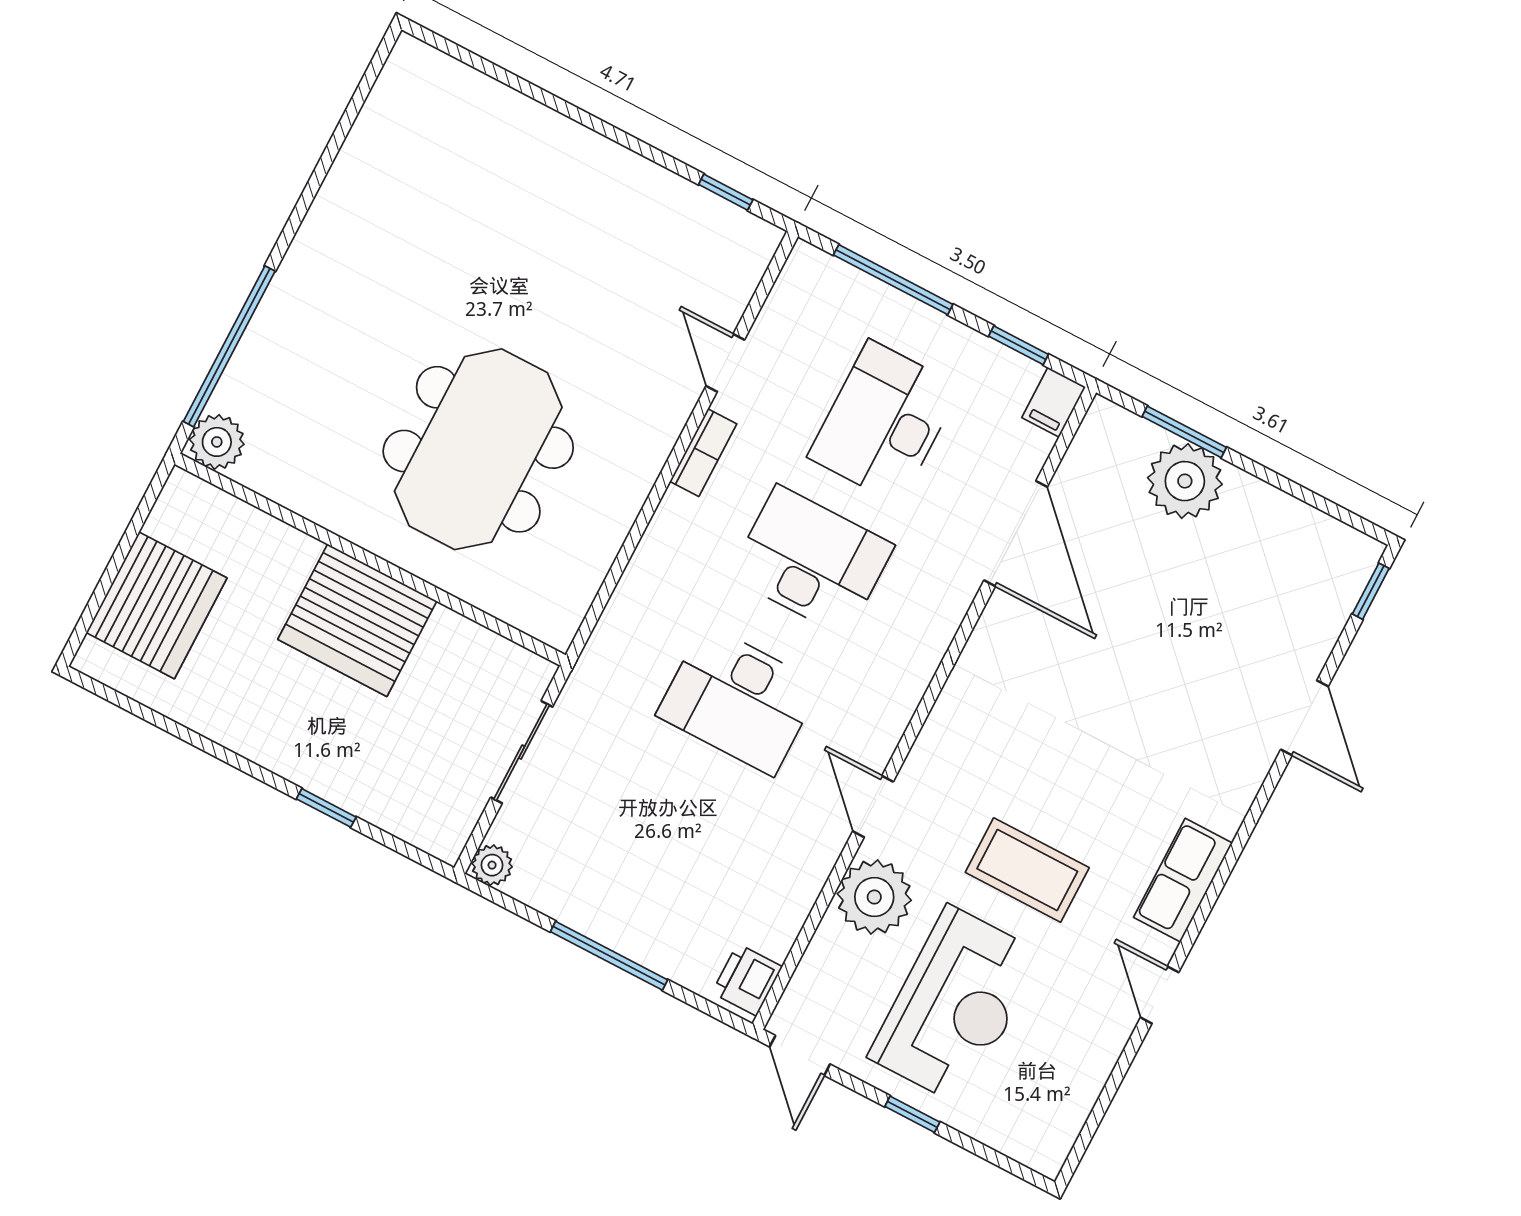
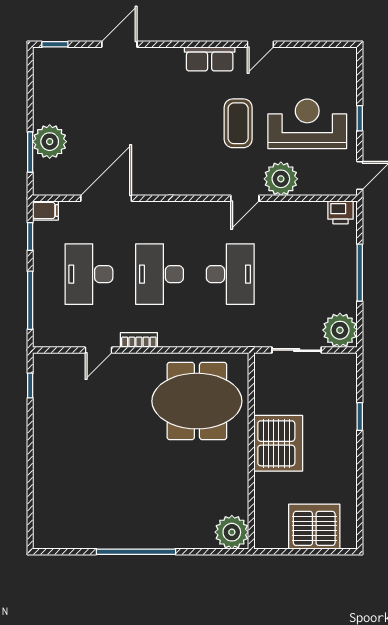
window: (229, 346) -> (136, 552), moved
desk: (884, 422) -> (89, 274), turned 90
plant: (217, 442) -> (232, 532), width x1.36, depth x1.36
meeting table: (478, 449) -> (197, 401), moved
plant: (492, 865) -> (340, 330), width x1.88, depth x1.88

